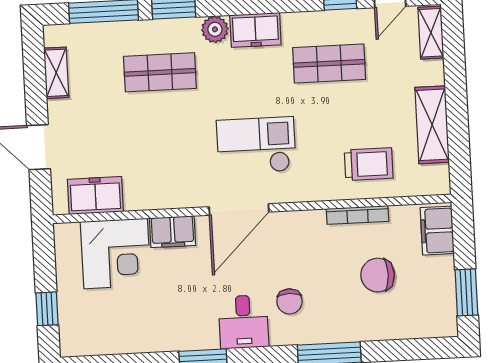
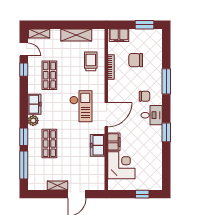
shelving: (56, 73) -> (58, 185), moved
checkout: (256, 145) -> (81, 106), turned 180
freezer: (95, 195) -> (98, 145), moved
door: (239, 209) -> (106, 115), hinge flipped
chair: (378, 275) -> (136, 60), turned 90

